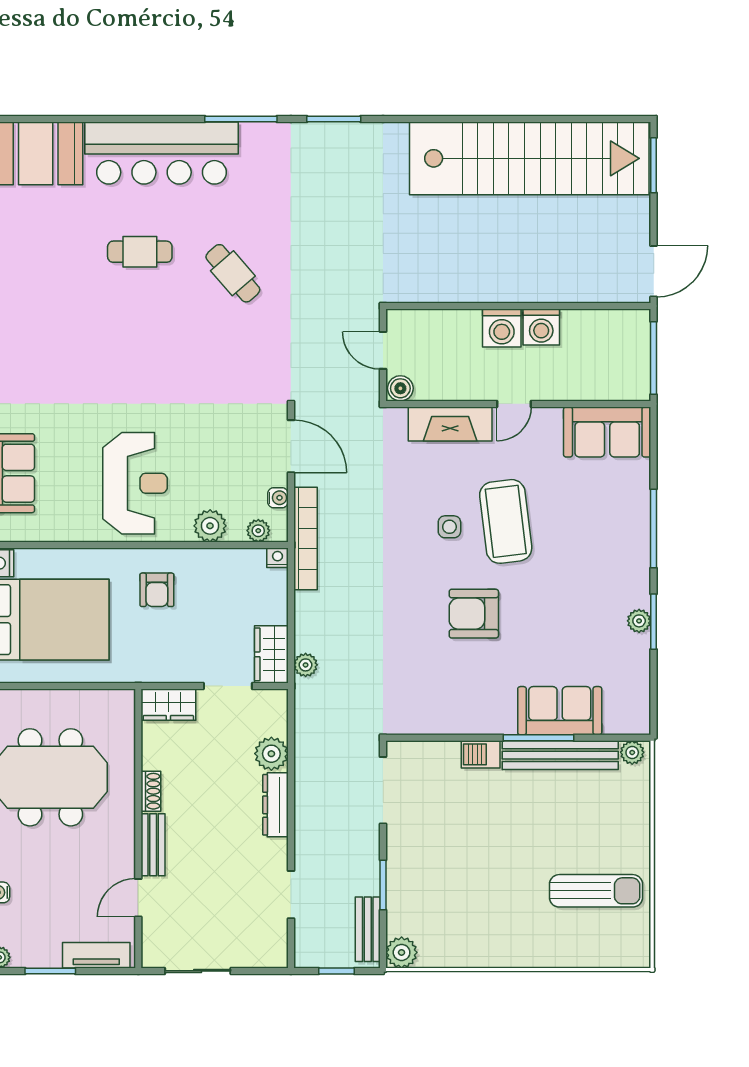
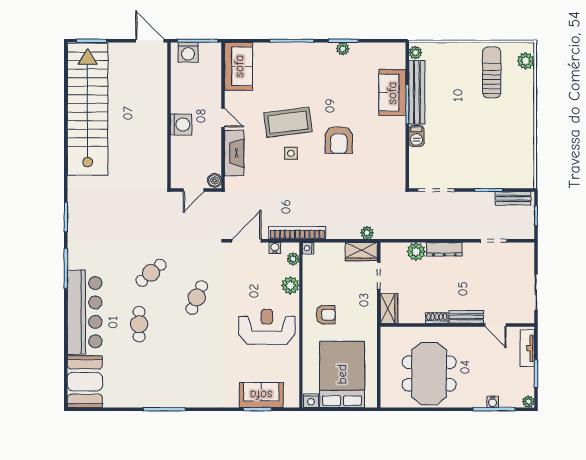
washing machine: (541, 327) -> (188, 52), moved, turned 90
cafe table: (188, 356) -> (197, 297), added
plant: (402, 952) -> (526, 61), moved

